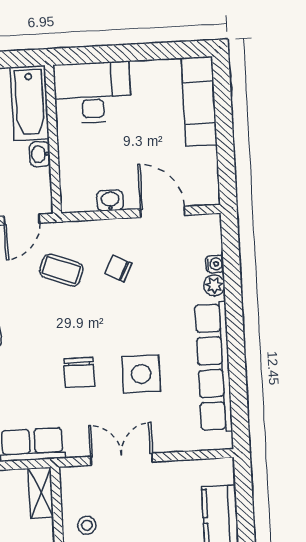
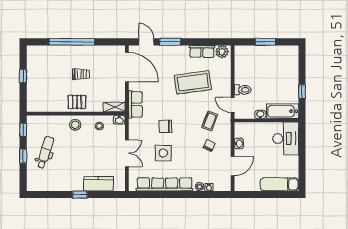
double door: (122, 459) -> (127, 153), moved
washbasin: (70, 480) -> (119, 120), added

